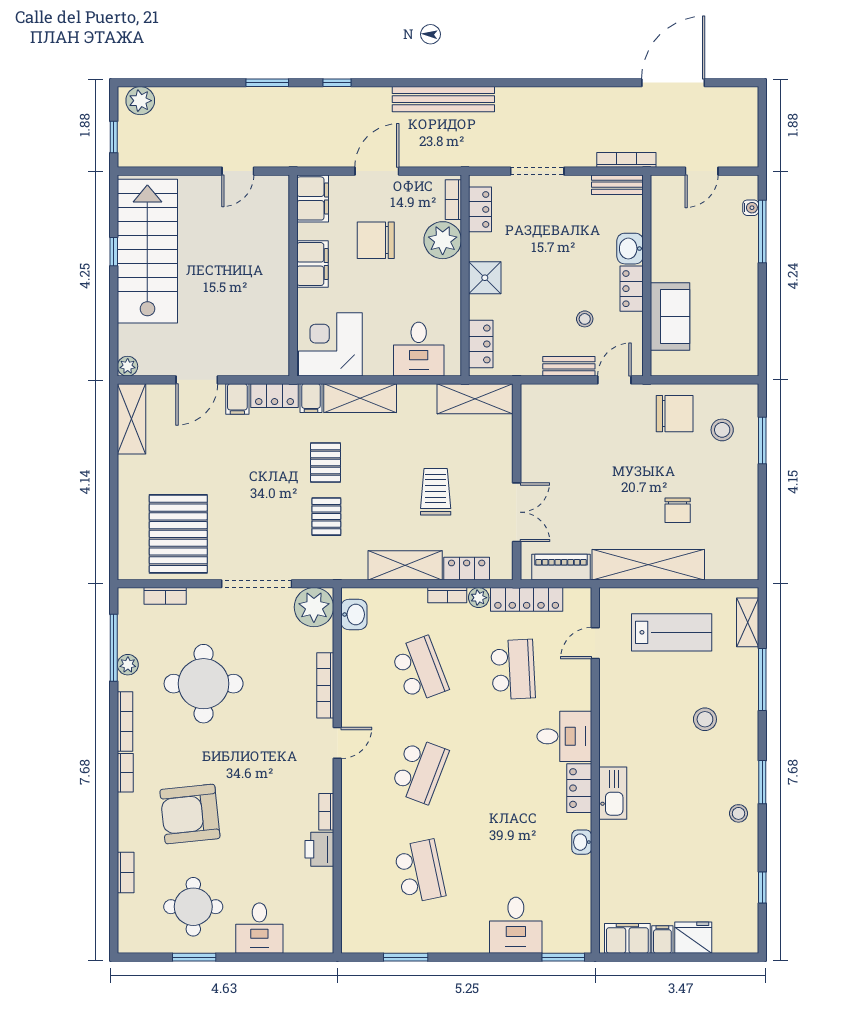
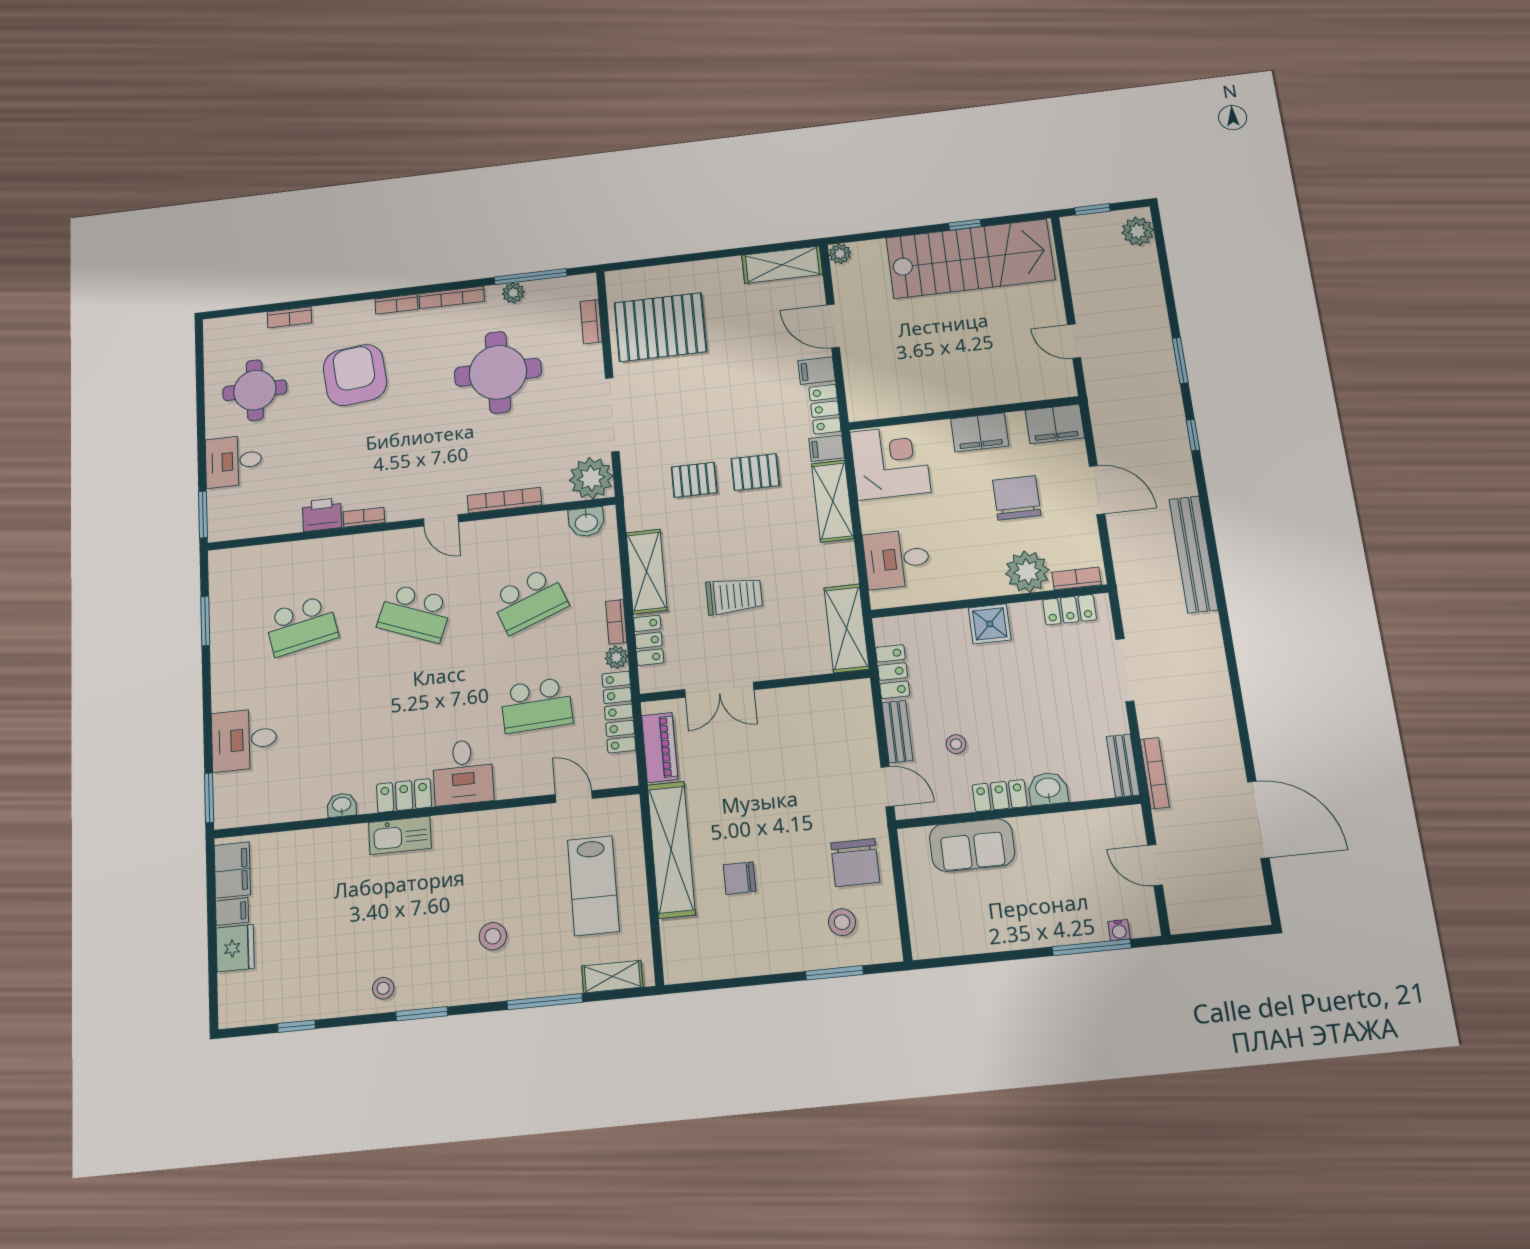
locker: (481, 344) -> (893, 671), moved, turned -90
window: (194, 957) -> (203, 514), moved

